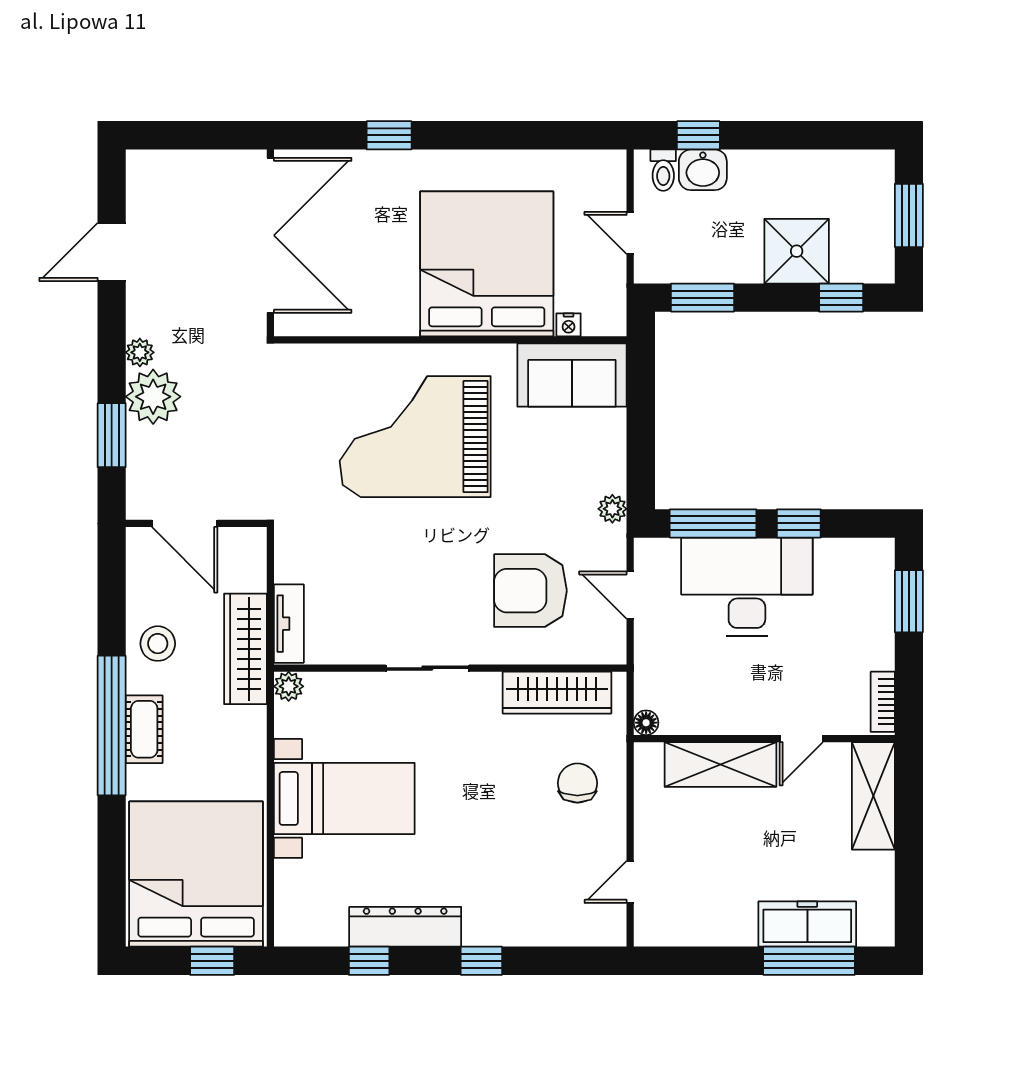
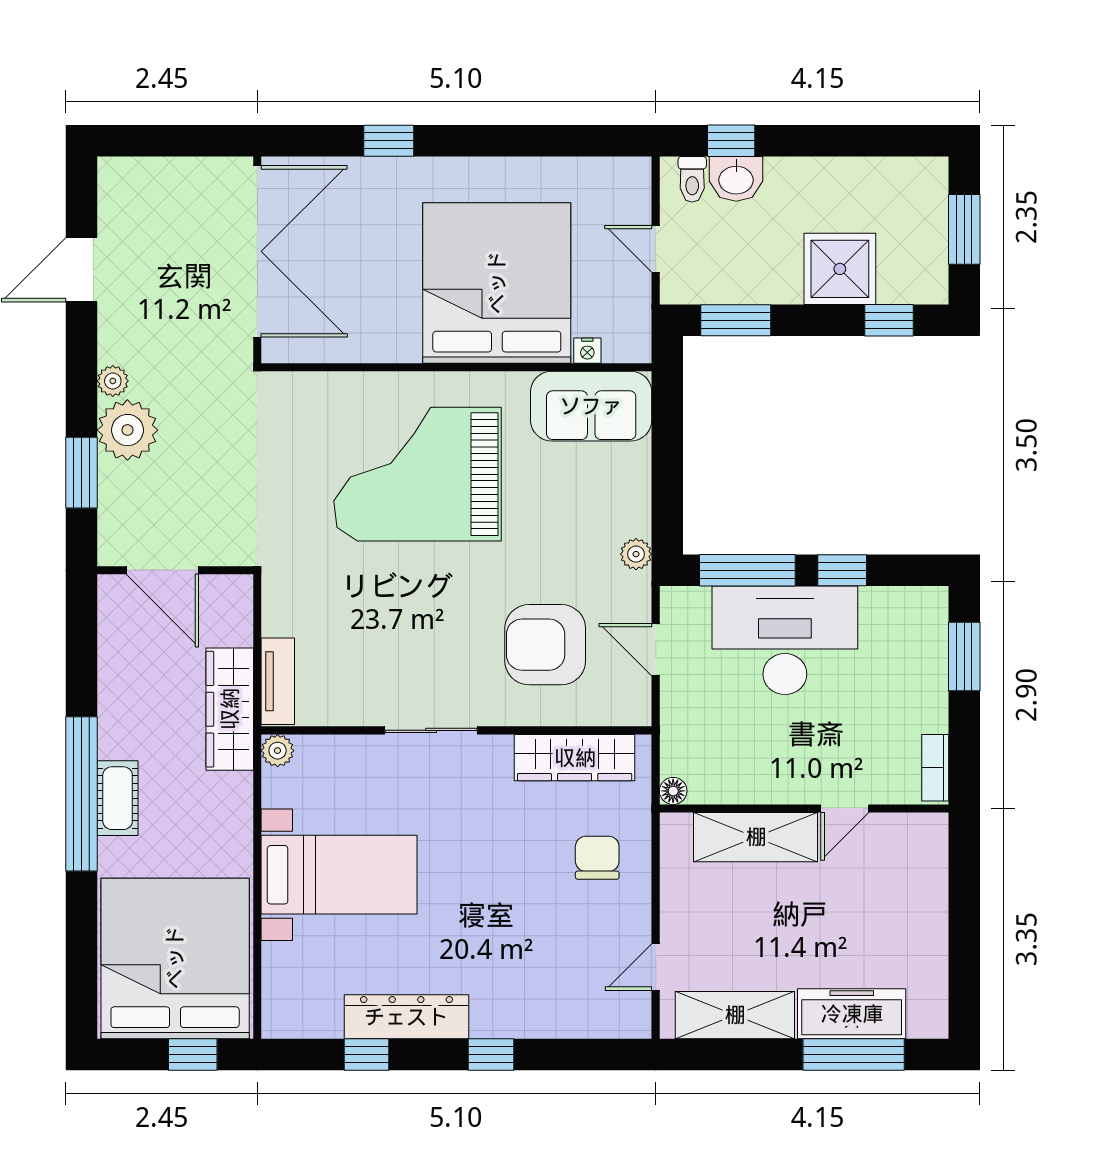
stool: (158, 644) -> (133, 703), removed
shelving: (873, 796) -> (735, 1015), moved, turned 90

